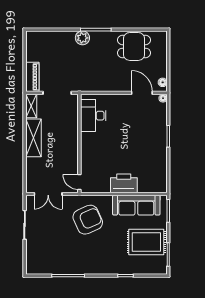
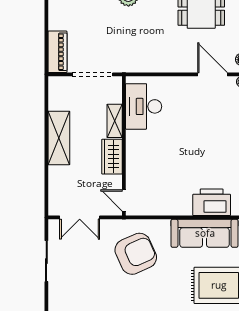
shelving: (31, 106) -> (115, 121), moved
wardrobe: (71, 151) -> (112, 157), added
printer: (124, 183) -> (212, 202), moved

